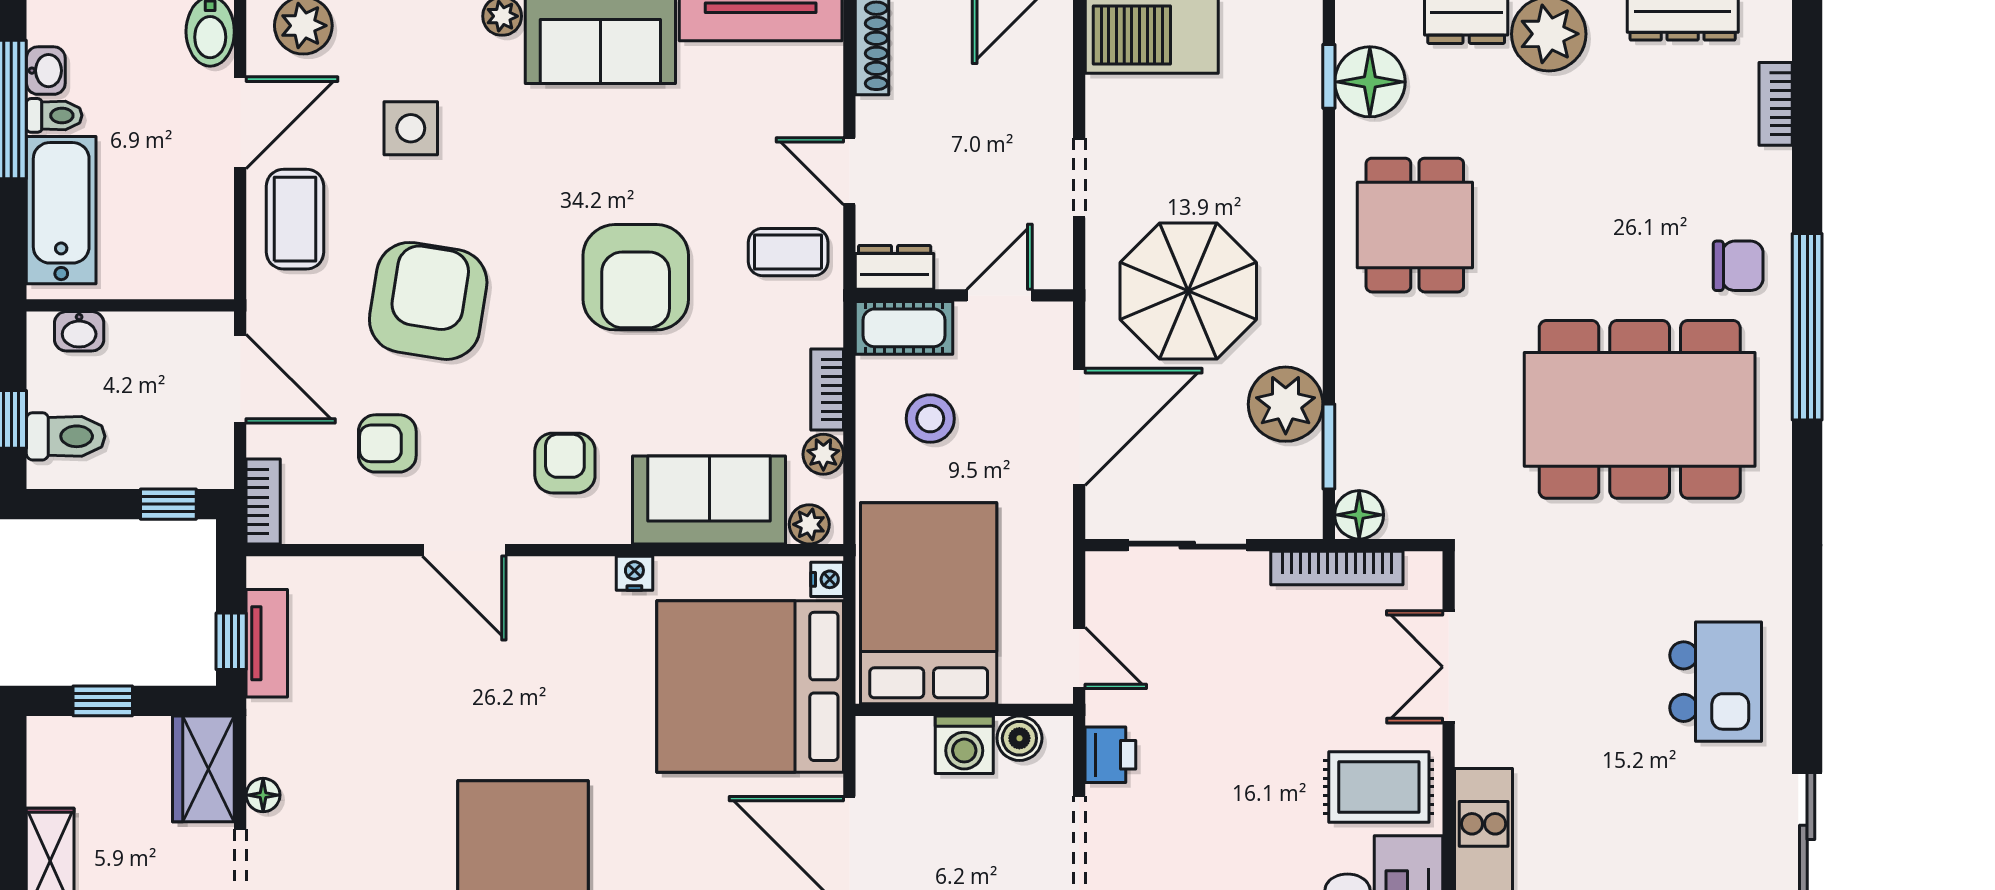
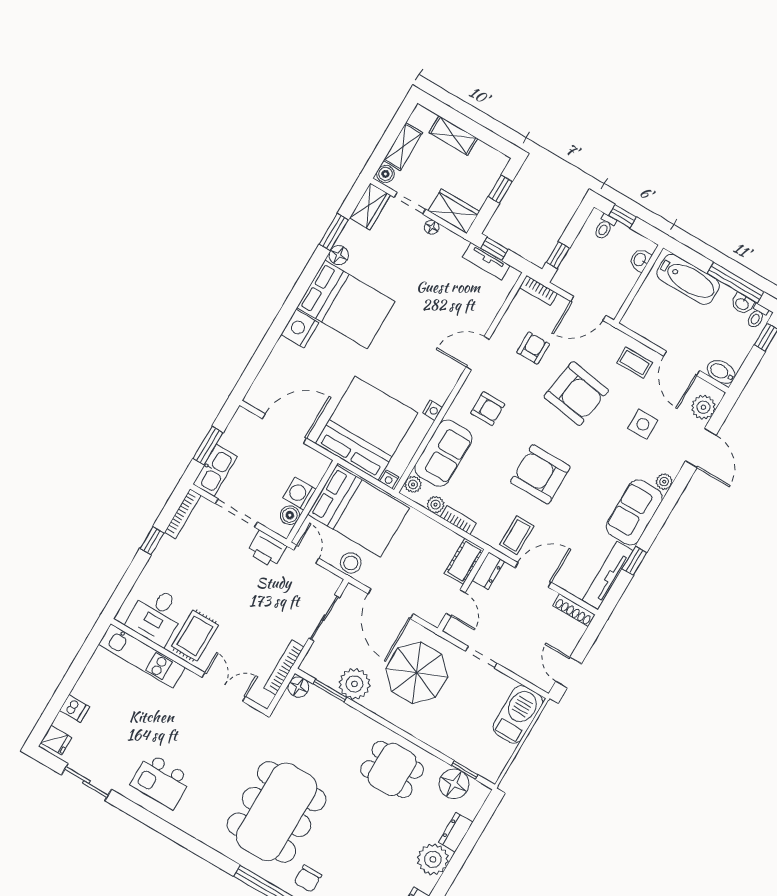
toilet: (54, 115) -> (757, 316), moved
door: (849, 171) -> (533, 575), width x1.38
coffee table: (295, 219) -> (635, 363), width x0.73, depth x0.77
stool: (930, 419) -> (351, 563), moved
toilet: (66, 436) -> (605, 227), width x0.73, depth x0.72
door: (1079, 658) -> (306, 554), swing flipped
printer: (1110, 755) -> (267, 549), width x1.36, depth x1.24

